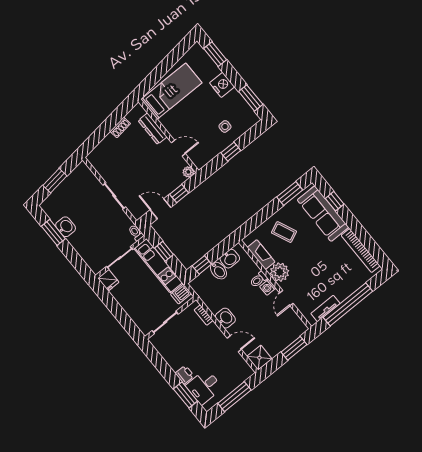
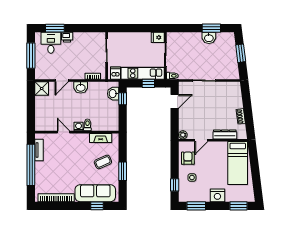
armchair: (208, 147) -> (188, 158), added
window: (231, 152) -> (175, 185), moved
window: (179, 194) -> (175, 119), removed
window: (290, 194) -> (123, 171), moved
washbasin: (230, 259) -> (113, 94), moved
bidet: (218, 271) -> (111, 106), removed
plant: (280, 272) -> (82, 140), removed
window: (294, 348) -> (31, 113), removed

